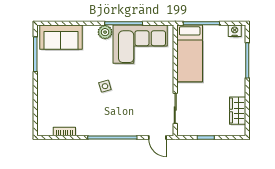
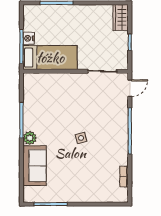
nightstand: (235, 31) -> (29, 38), moved
sofa: (61, 37) -> (35, 166), moved
corner sofa: (140, 44) -> (41, 105), removed
wardrobe: (238, 111) -> (121, 17), moved, turned 90

